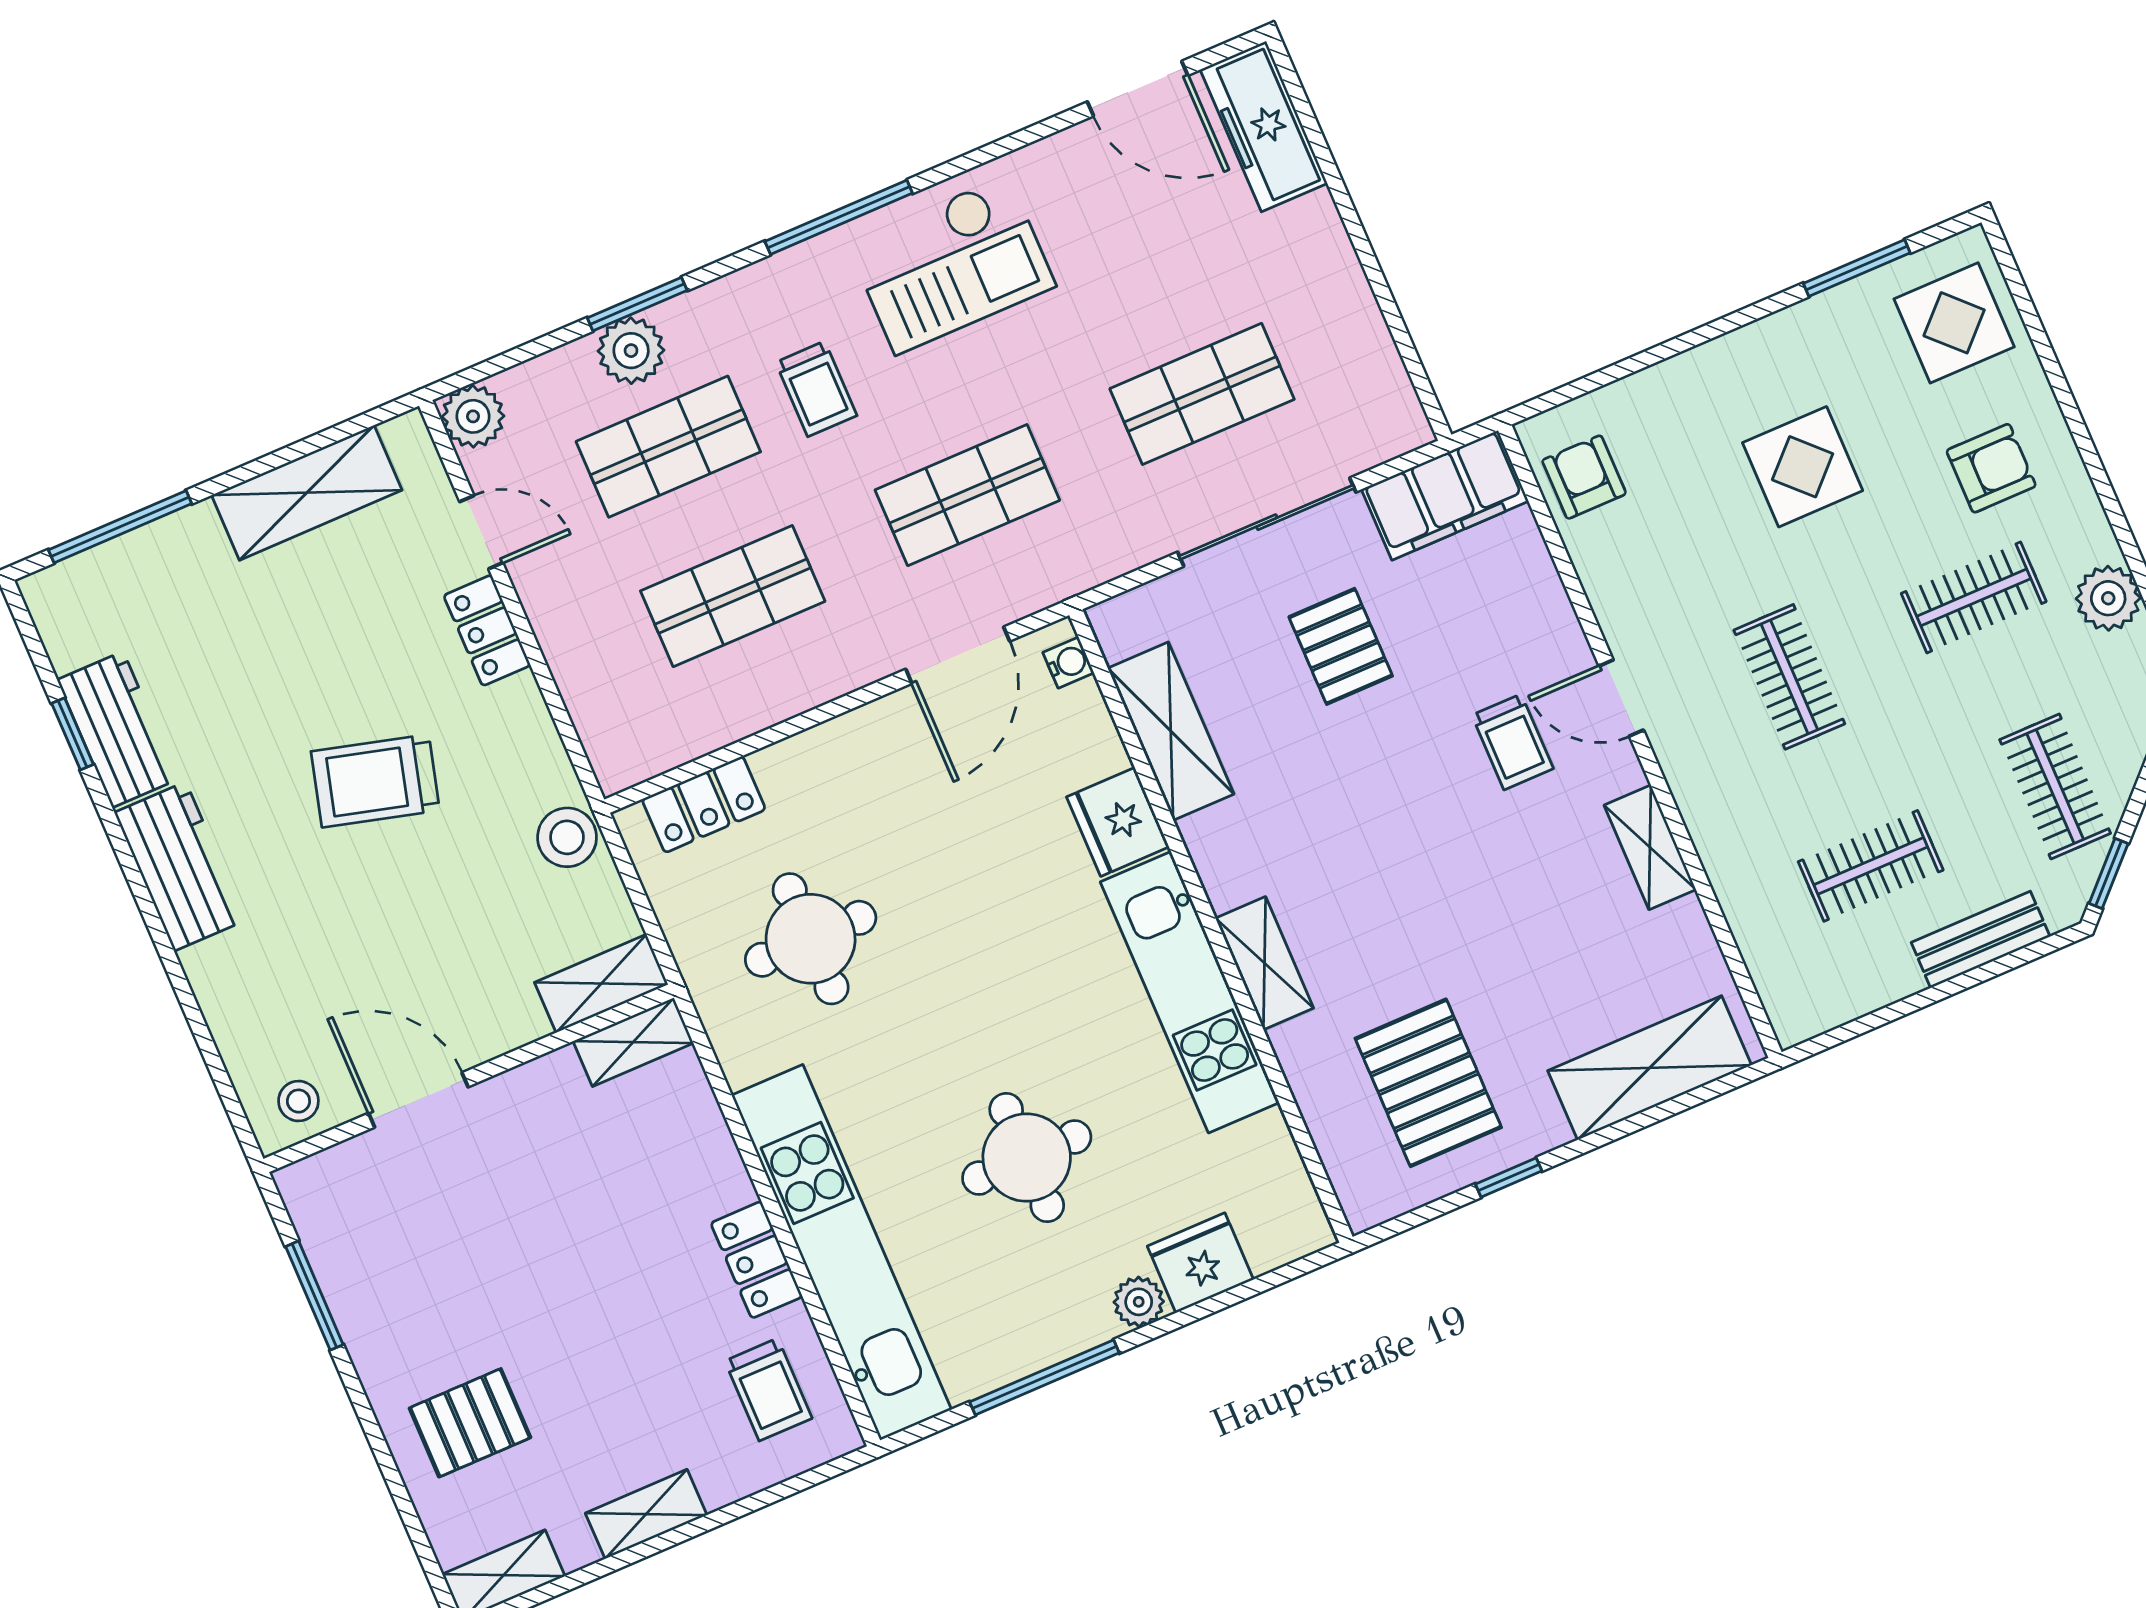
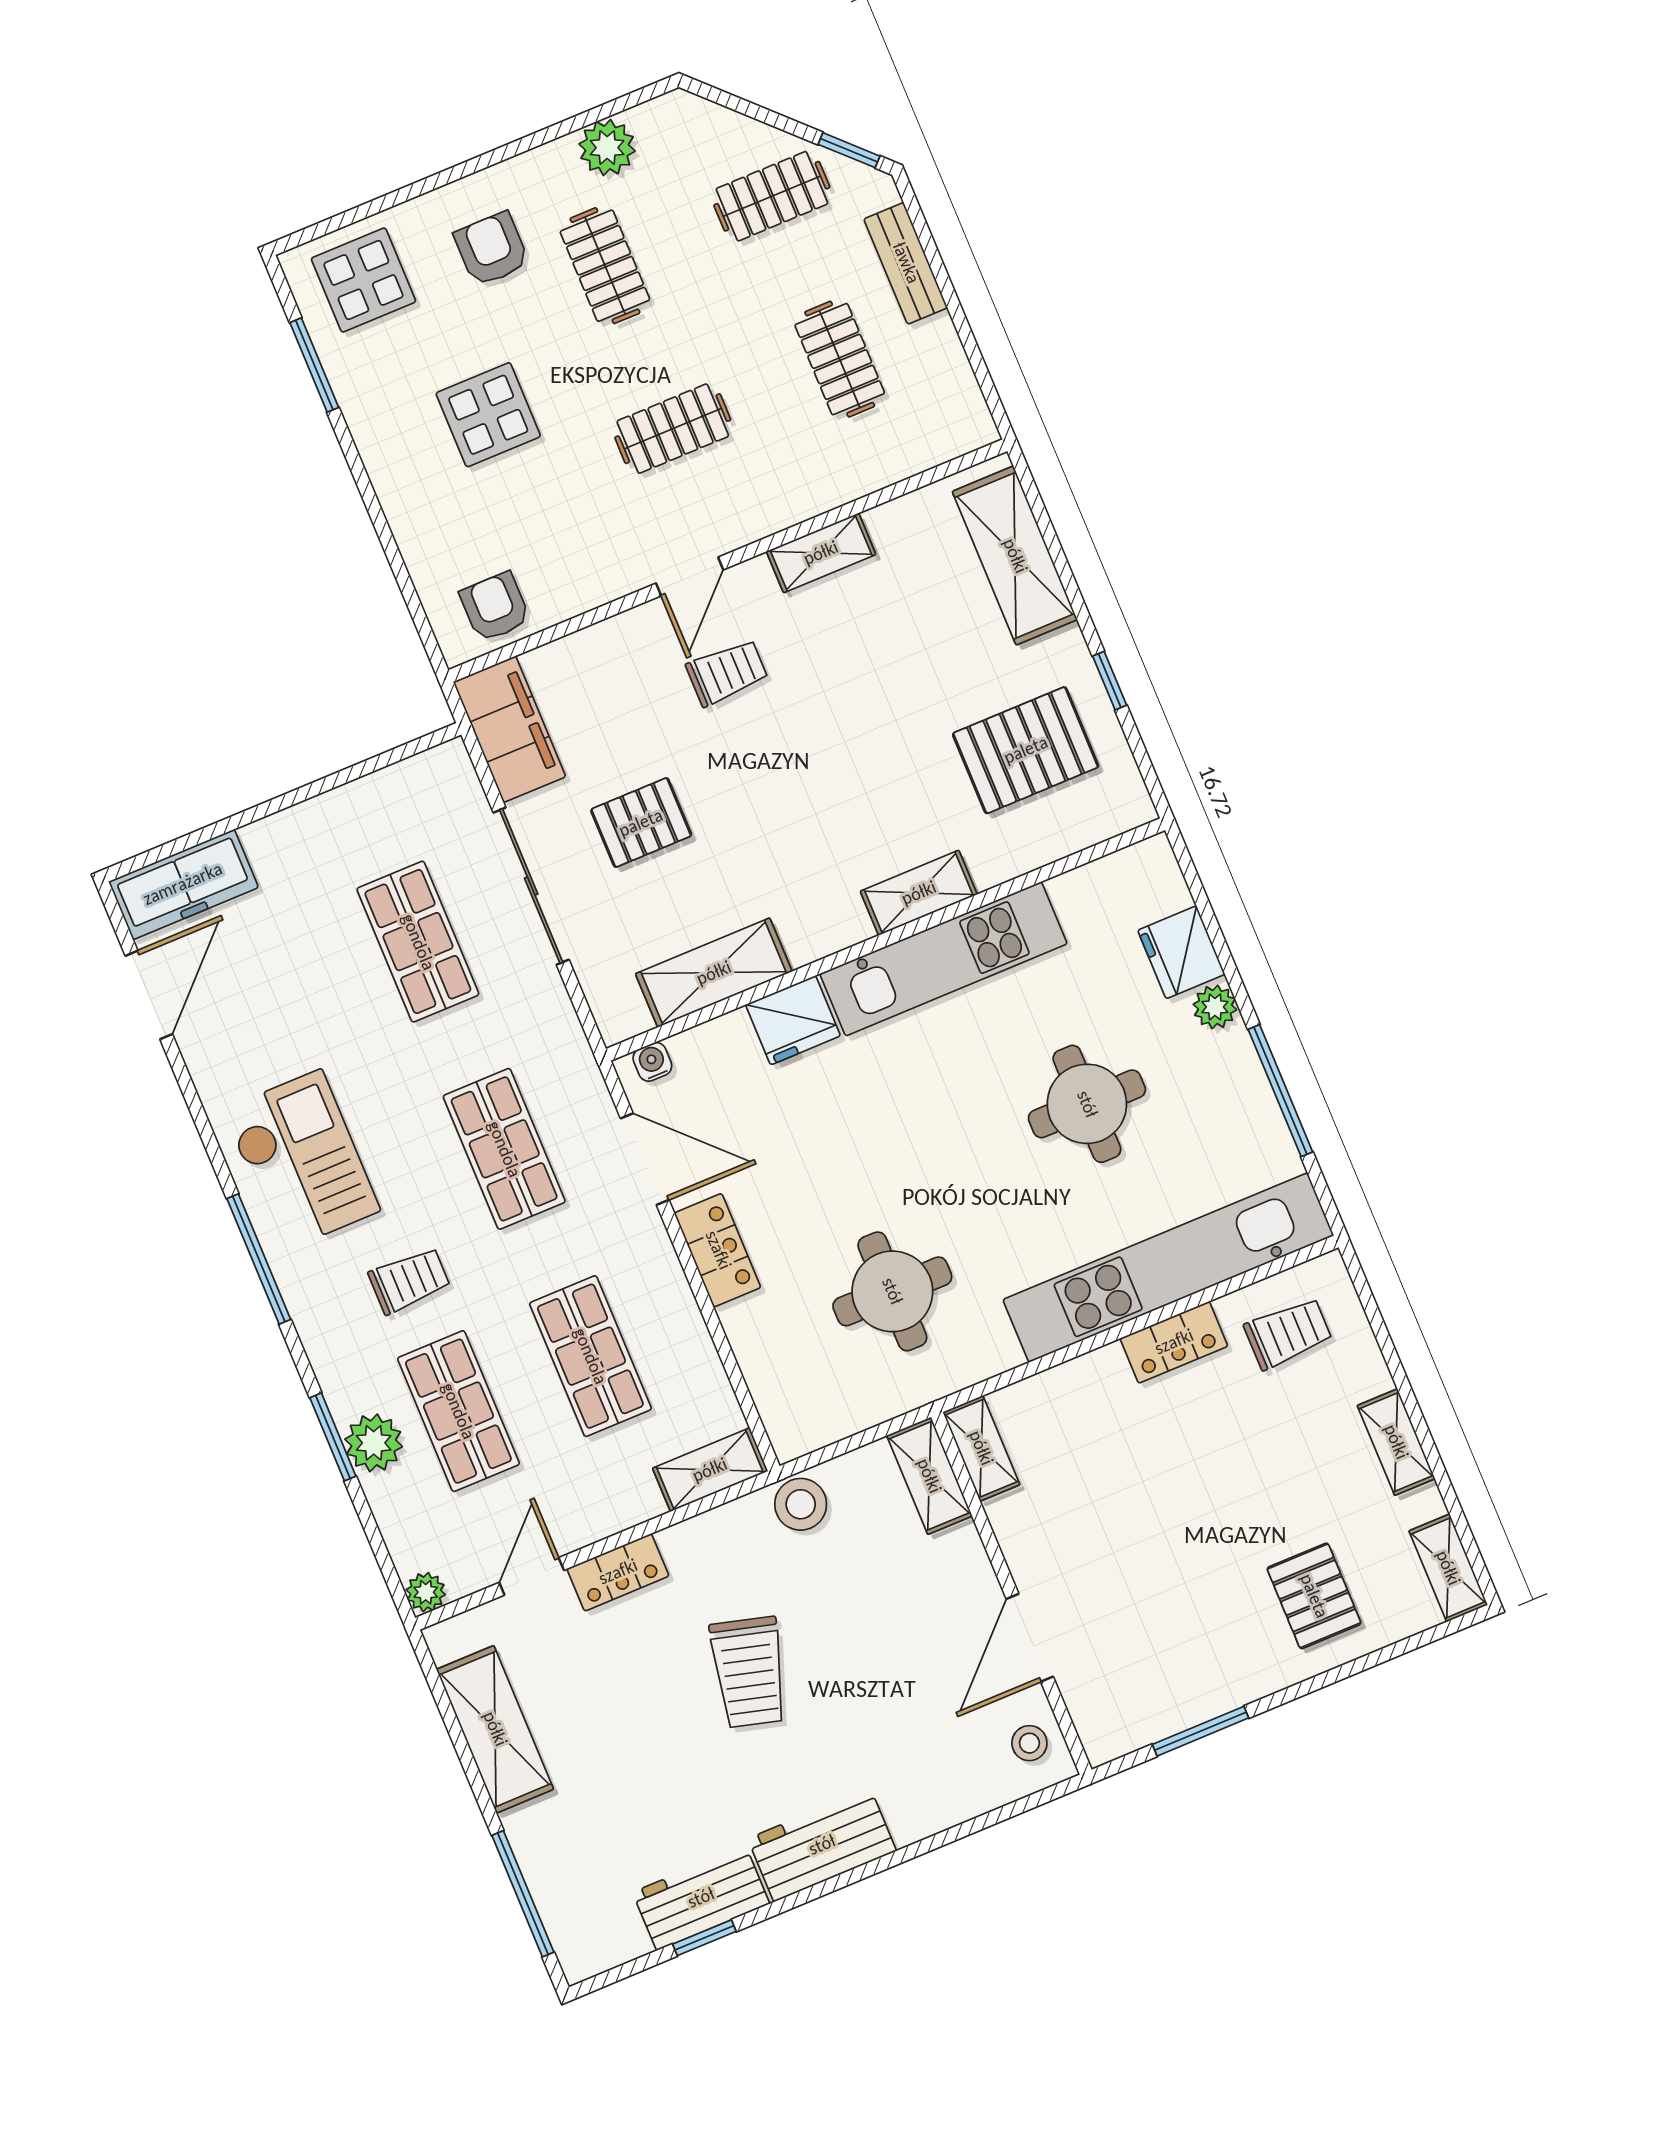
plant: (473, 416) -> (426, 1592), width x0.73, depth x0.73
armchair: (1584, 477) -> (495, 607), turned 90
shelving: (605, 734) -> (710, 1470), added
locker: (704, 804) -> (718, 1250), moved

